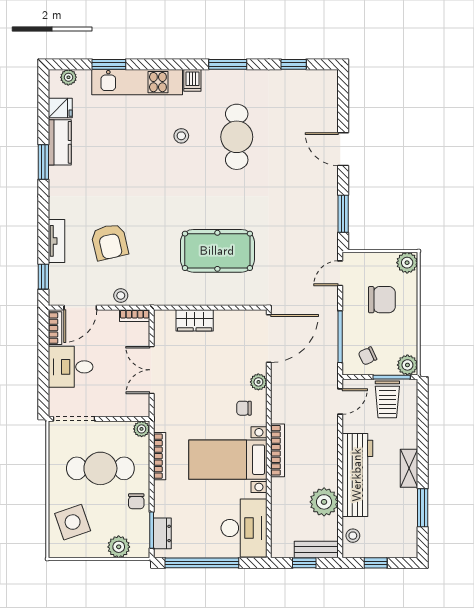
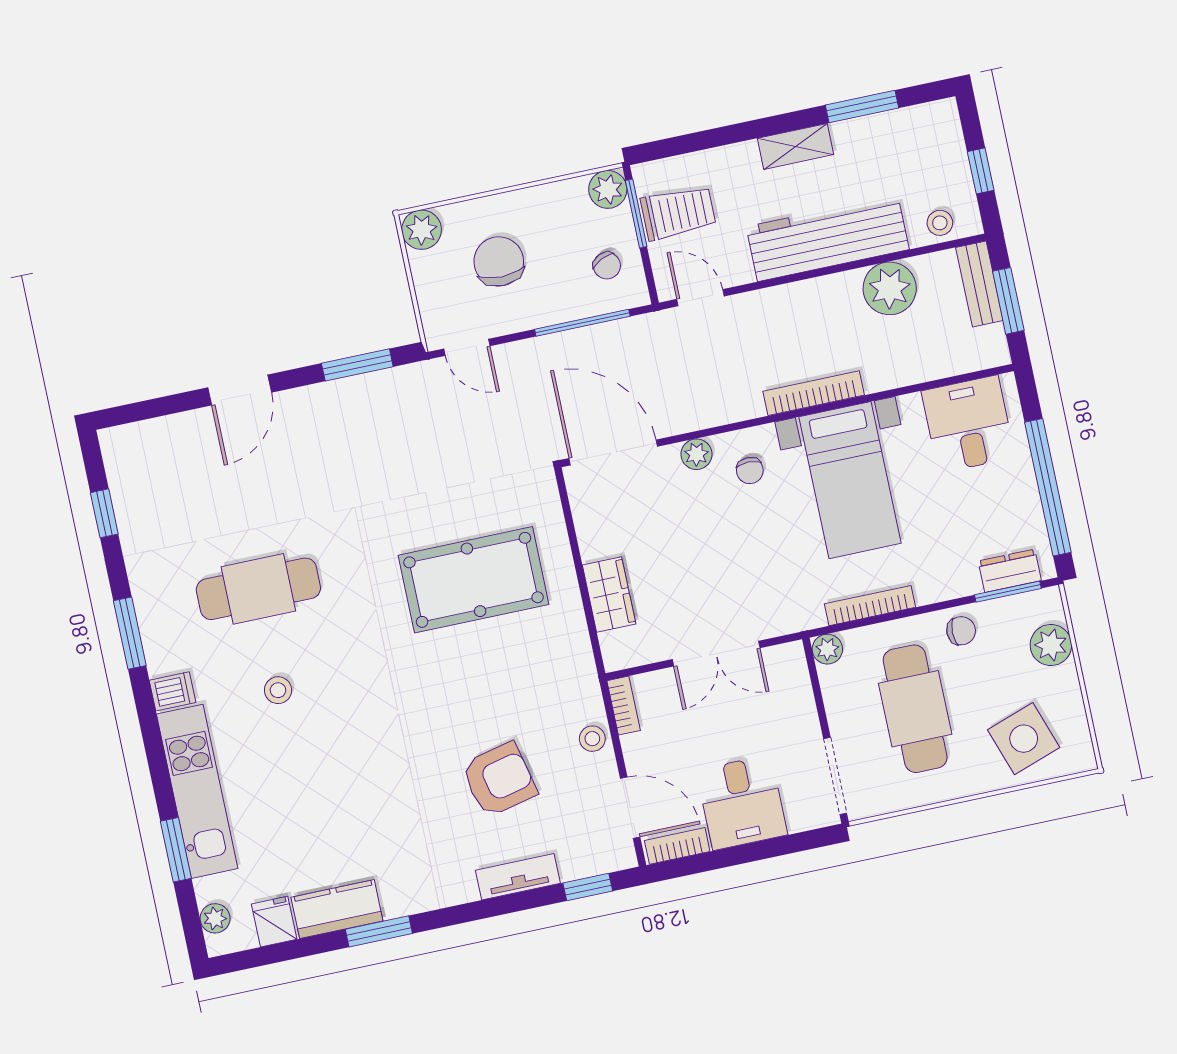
pool table: (217, 251) -> (473, 580), turned 90
desk: (244, 528) -> (968, 424), width x0.73
window: (304, 563) -> (1008, 301), width x1.50

